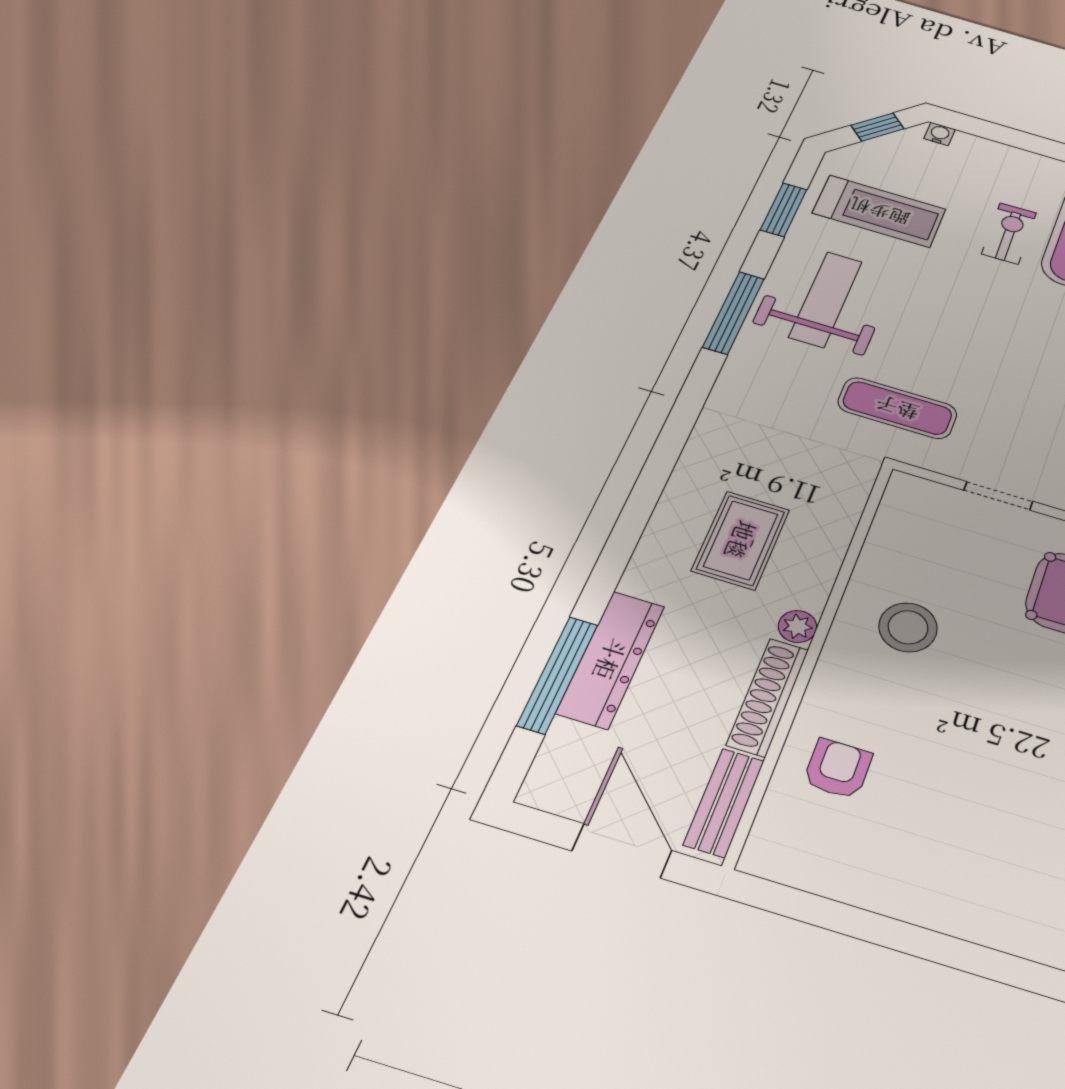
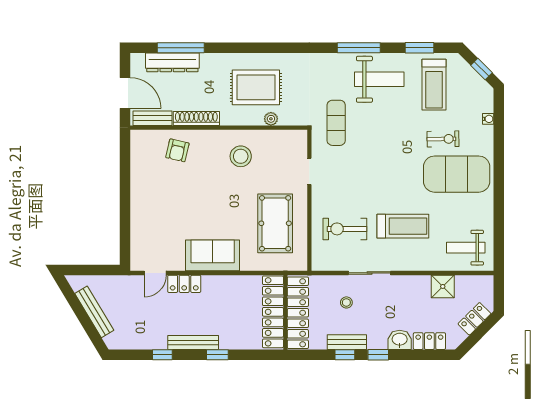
water cooler: (940, 134) -> (488, 119), moved
rug: (741, 540) -> (256, 87), width x1.36, depth x1.43
plant: (797, 626) -> (271, 119), moved
dresser: (611, 659) -> (172, 62), moved
armchair: (838, 769) -> (177, 150), turned 103
door: (622, 851) -> (125, 93), hinge flipped

